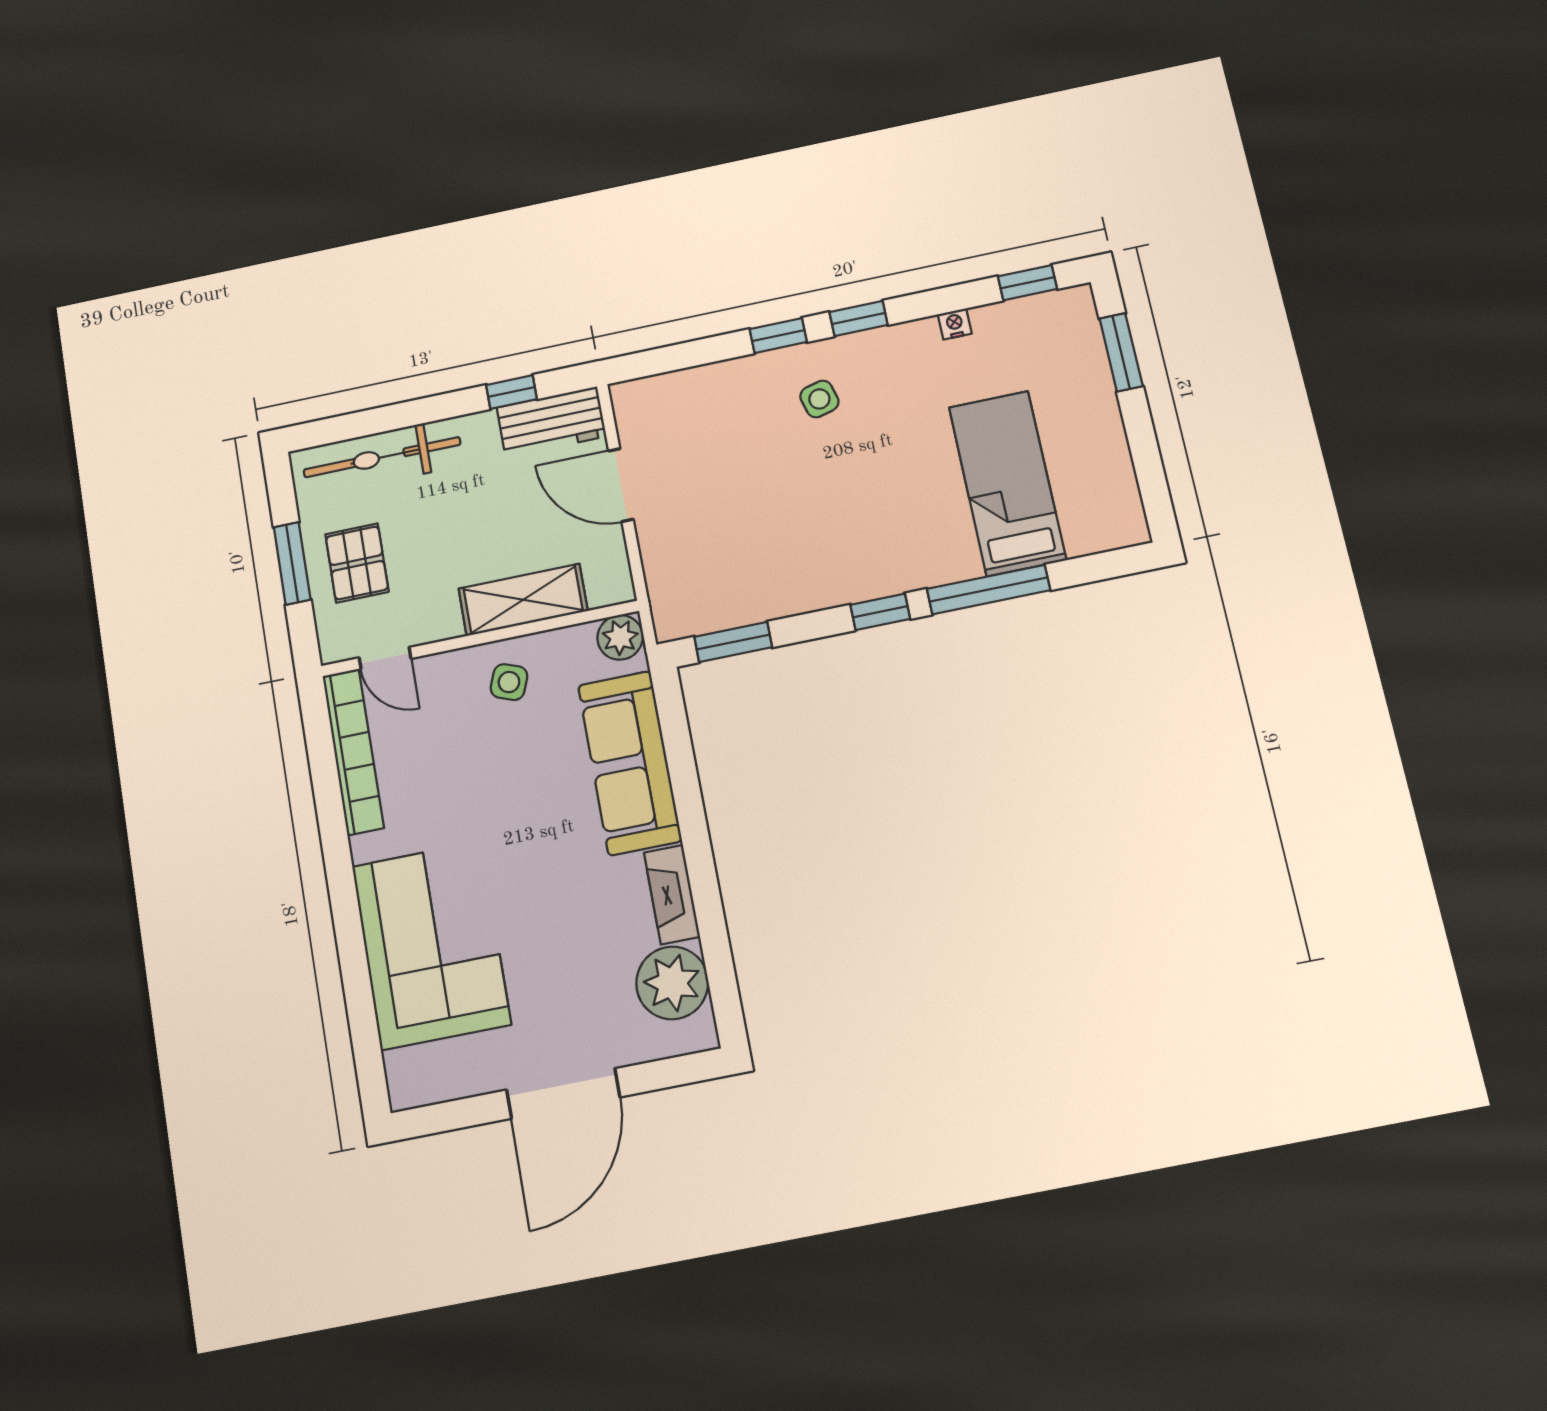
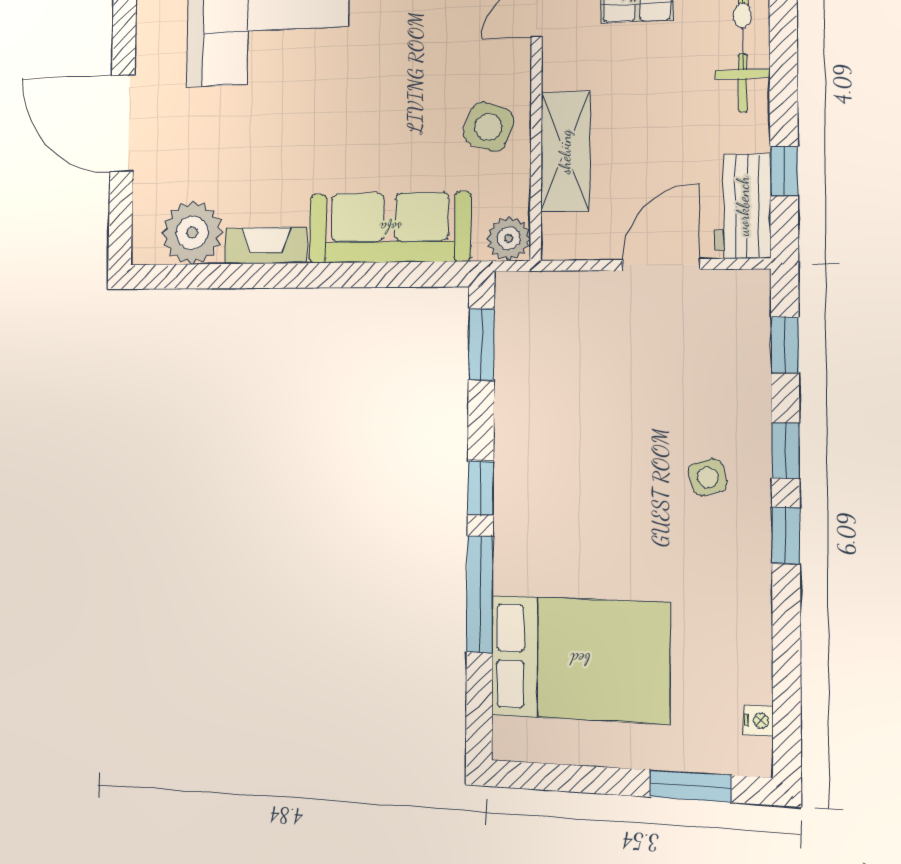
window: (1028, 283) -> (785, 345), moved
nightstand: (955, 324) -> (758, 720), moved
bed: (1007, 483) -> (580, 659), width x1.50
side table: (509, 682) -> (488, 127), width x1.37, depth x1.37

